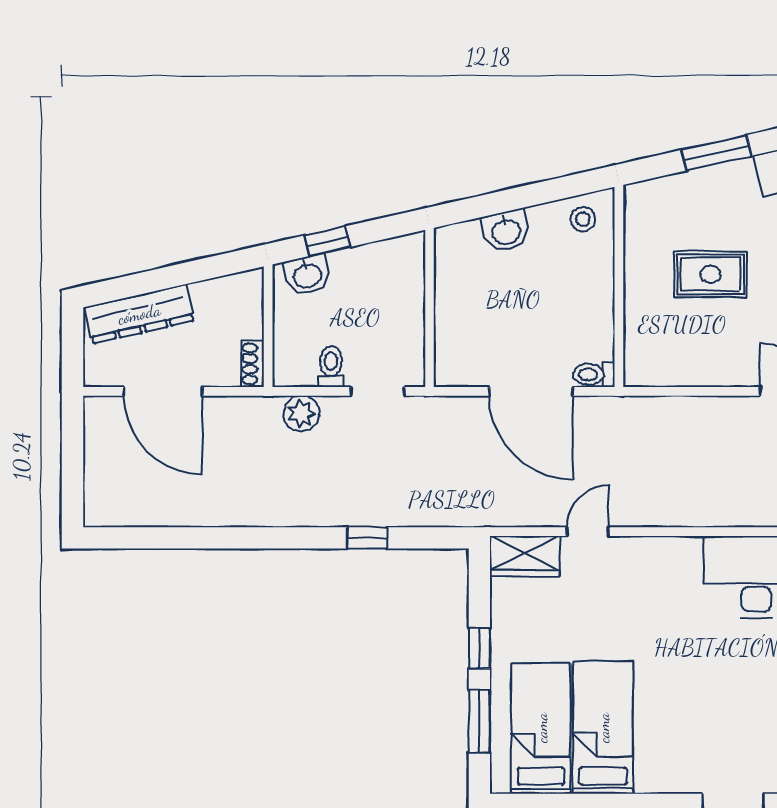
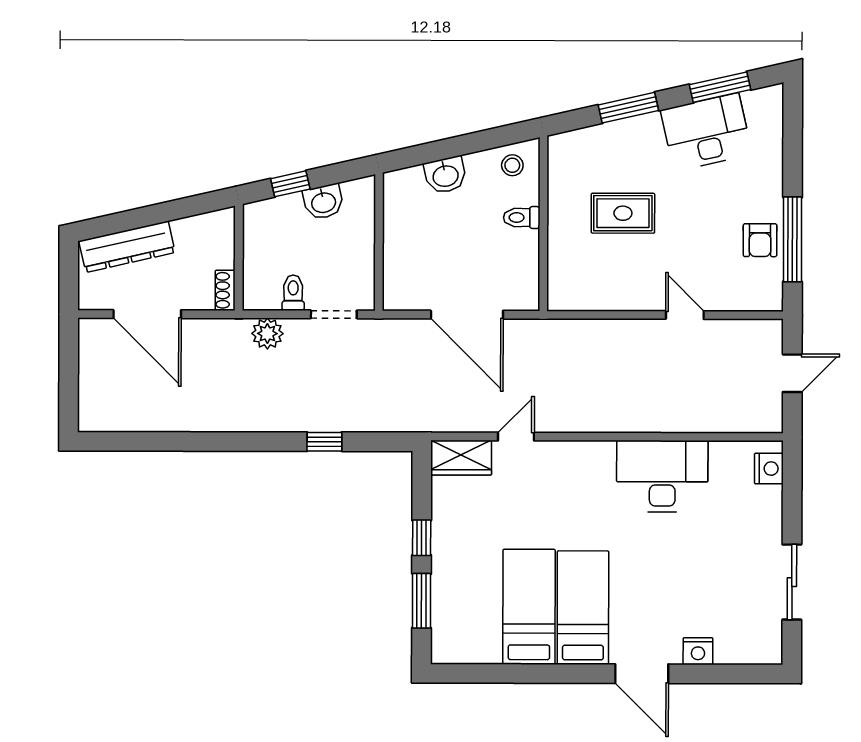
washbasin: (307, 275) -> (323, 202), moved
toilet: (594, 374) -> (522, 218), moved
bed: (541, 728) -> (583, 608), moved

